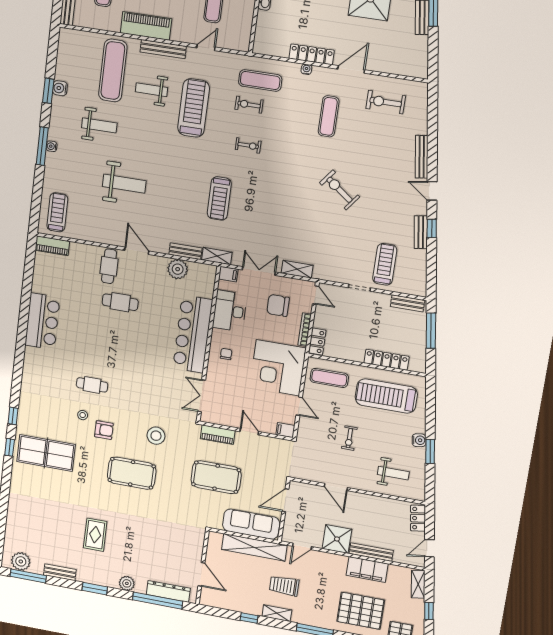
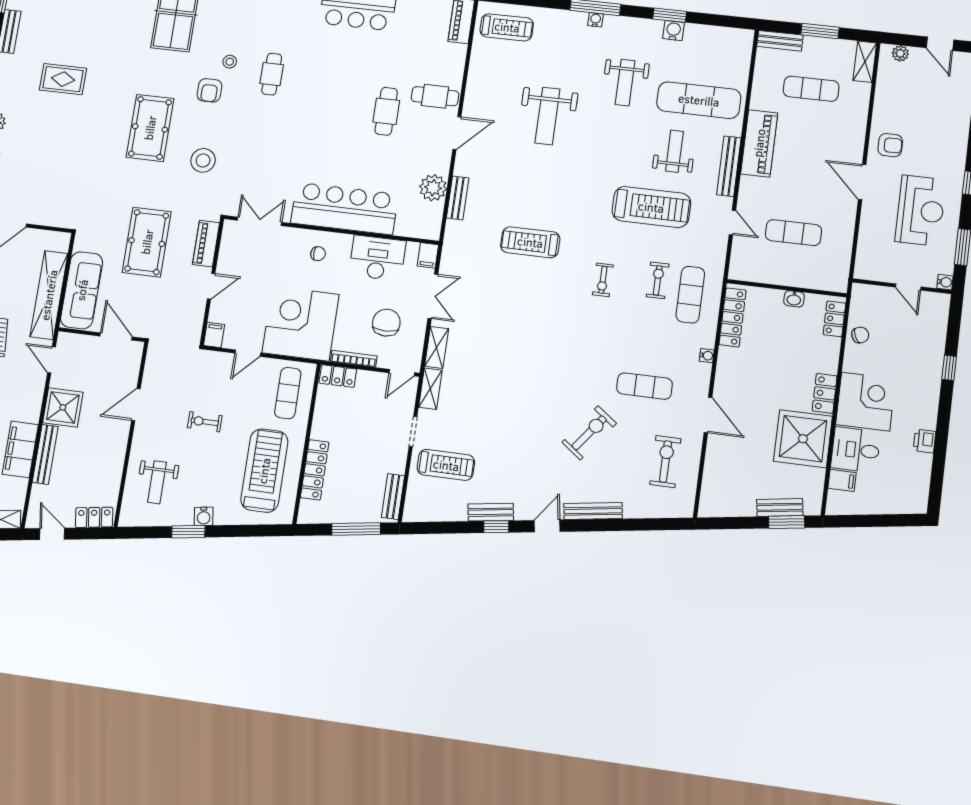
locker: (312, 54) -> (733, 317), moved
exercise bike: (340, 190) -> (589, 433), moved
shelving: (217, 256) -> (430, 389), moved

